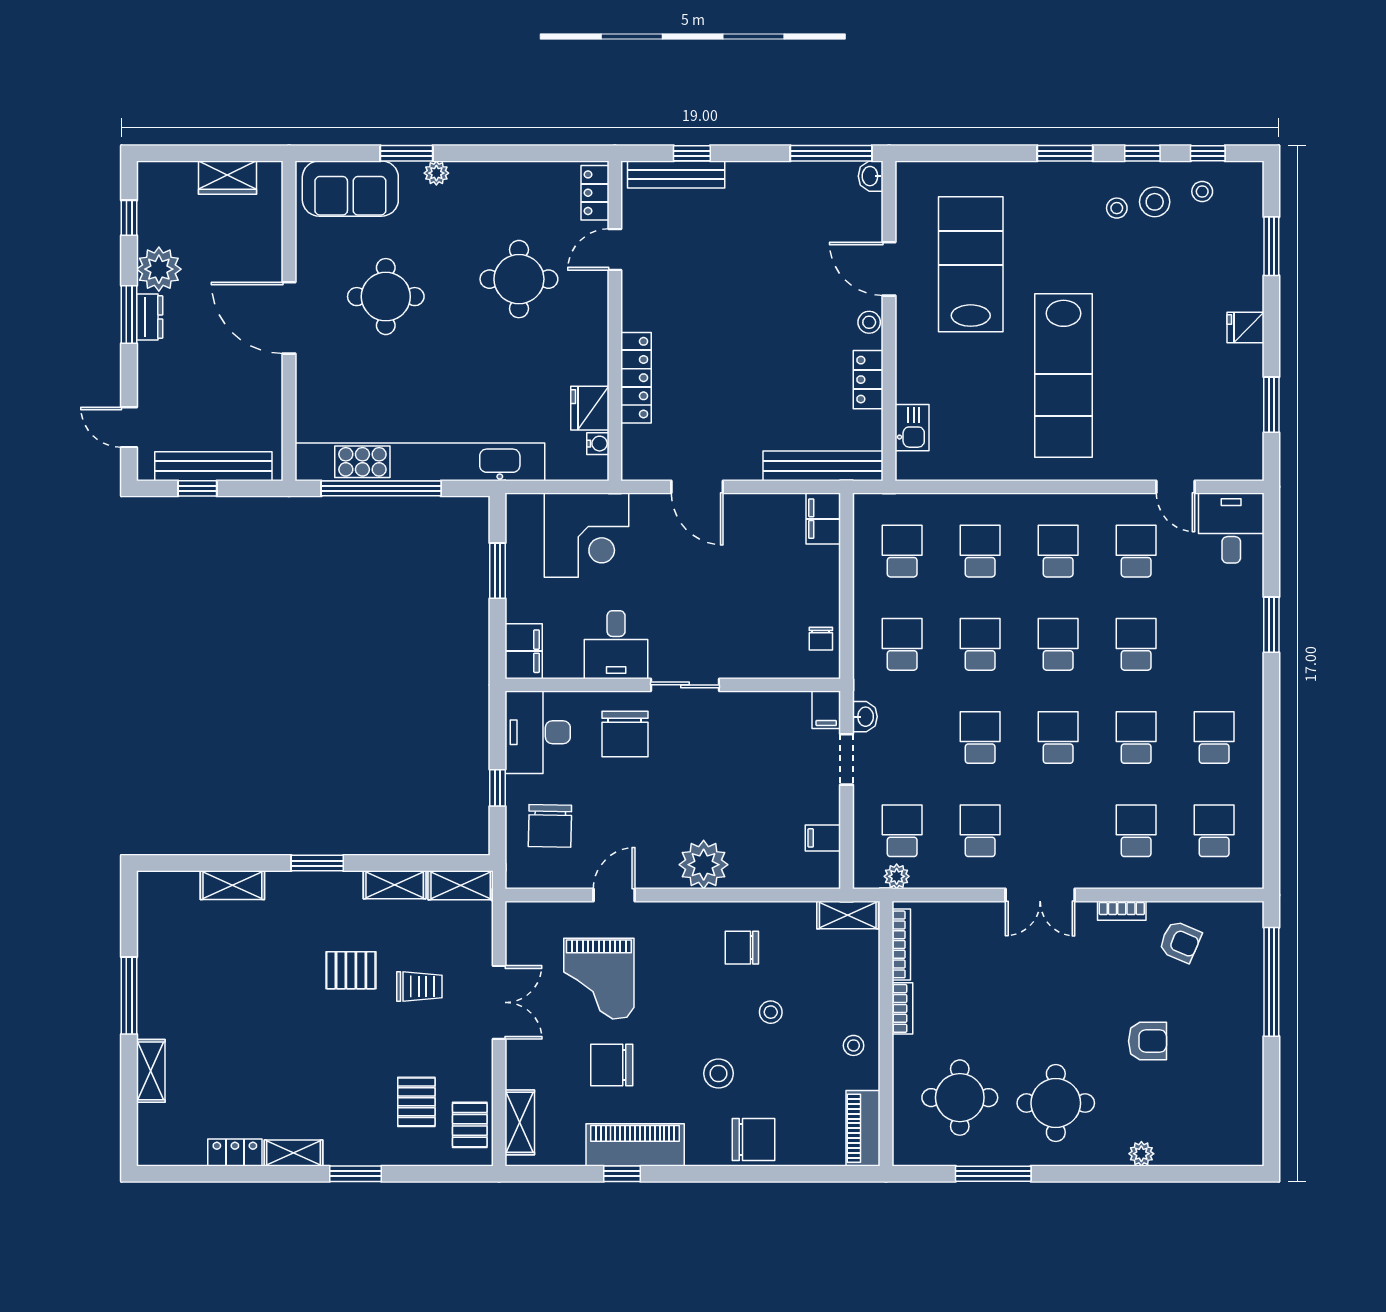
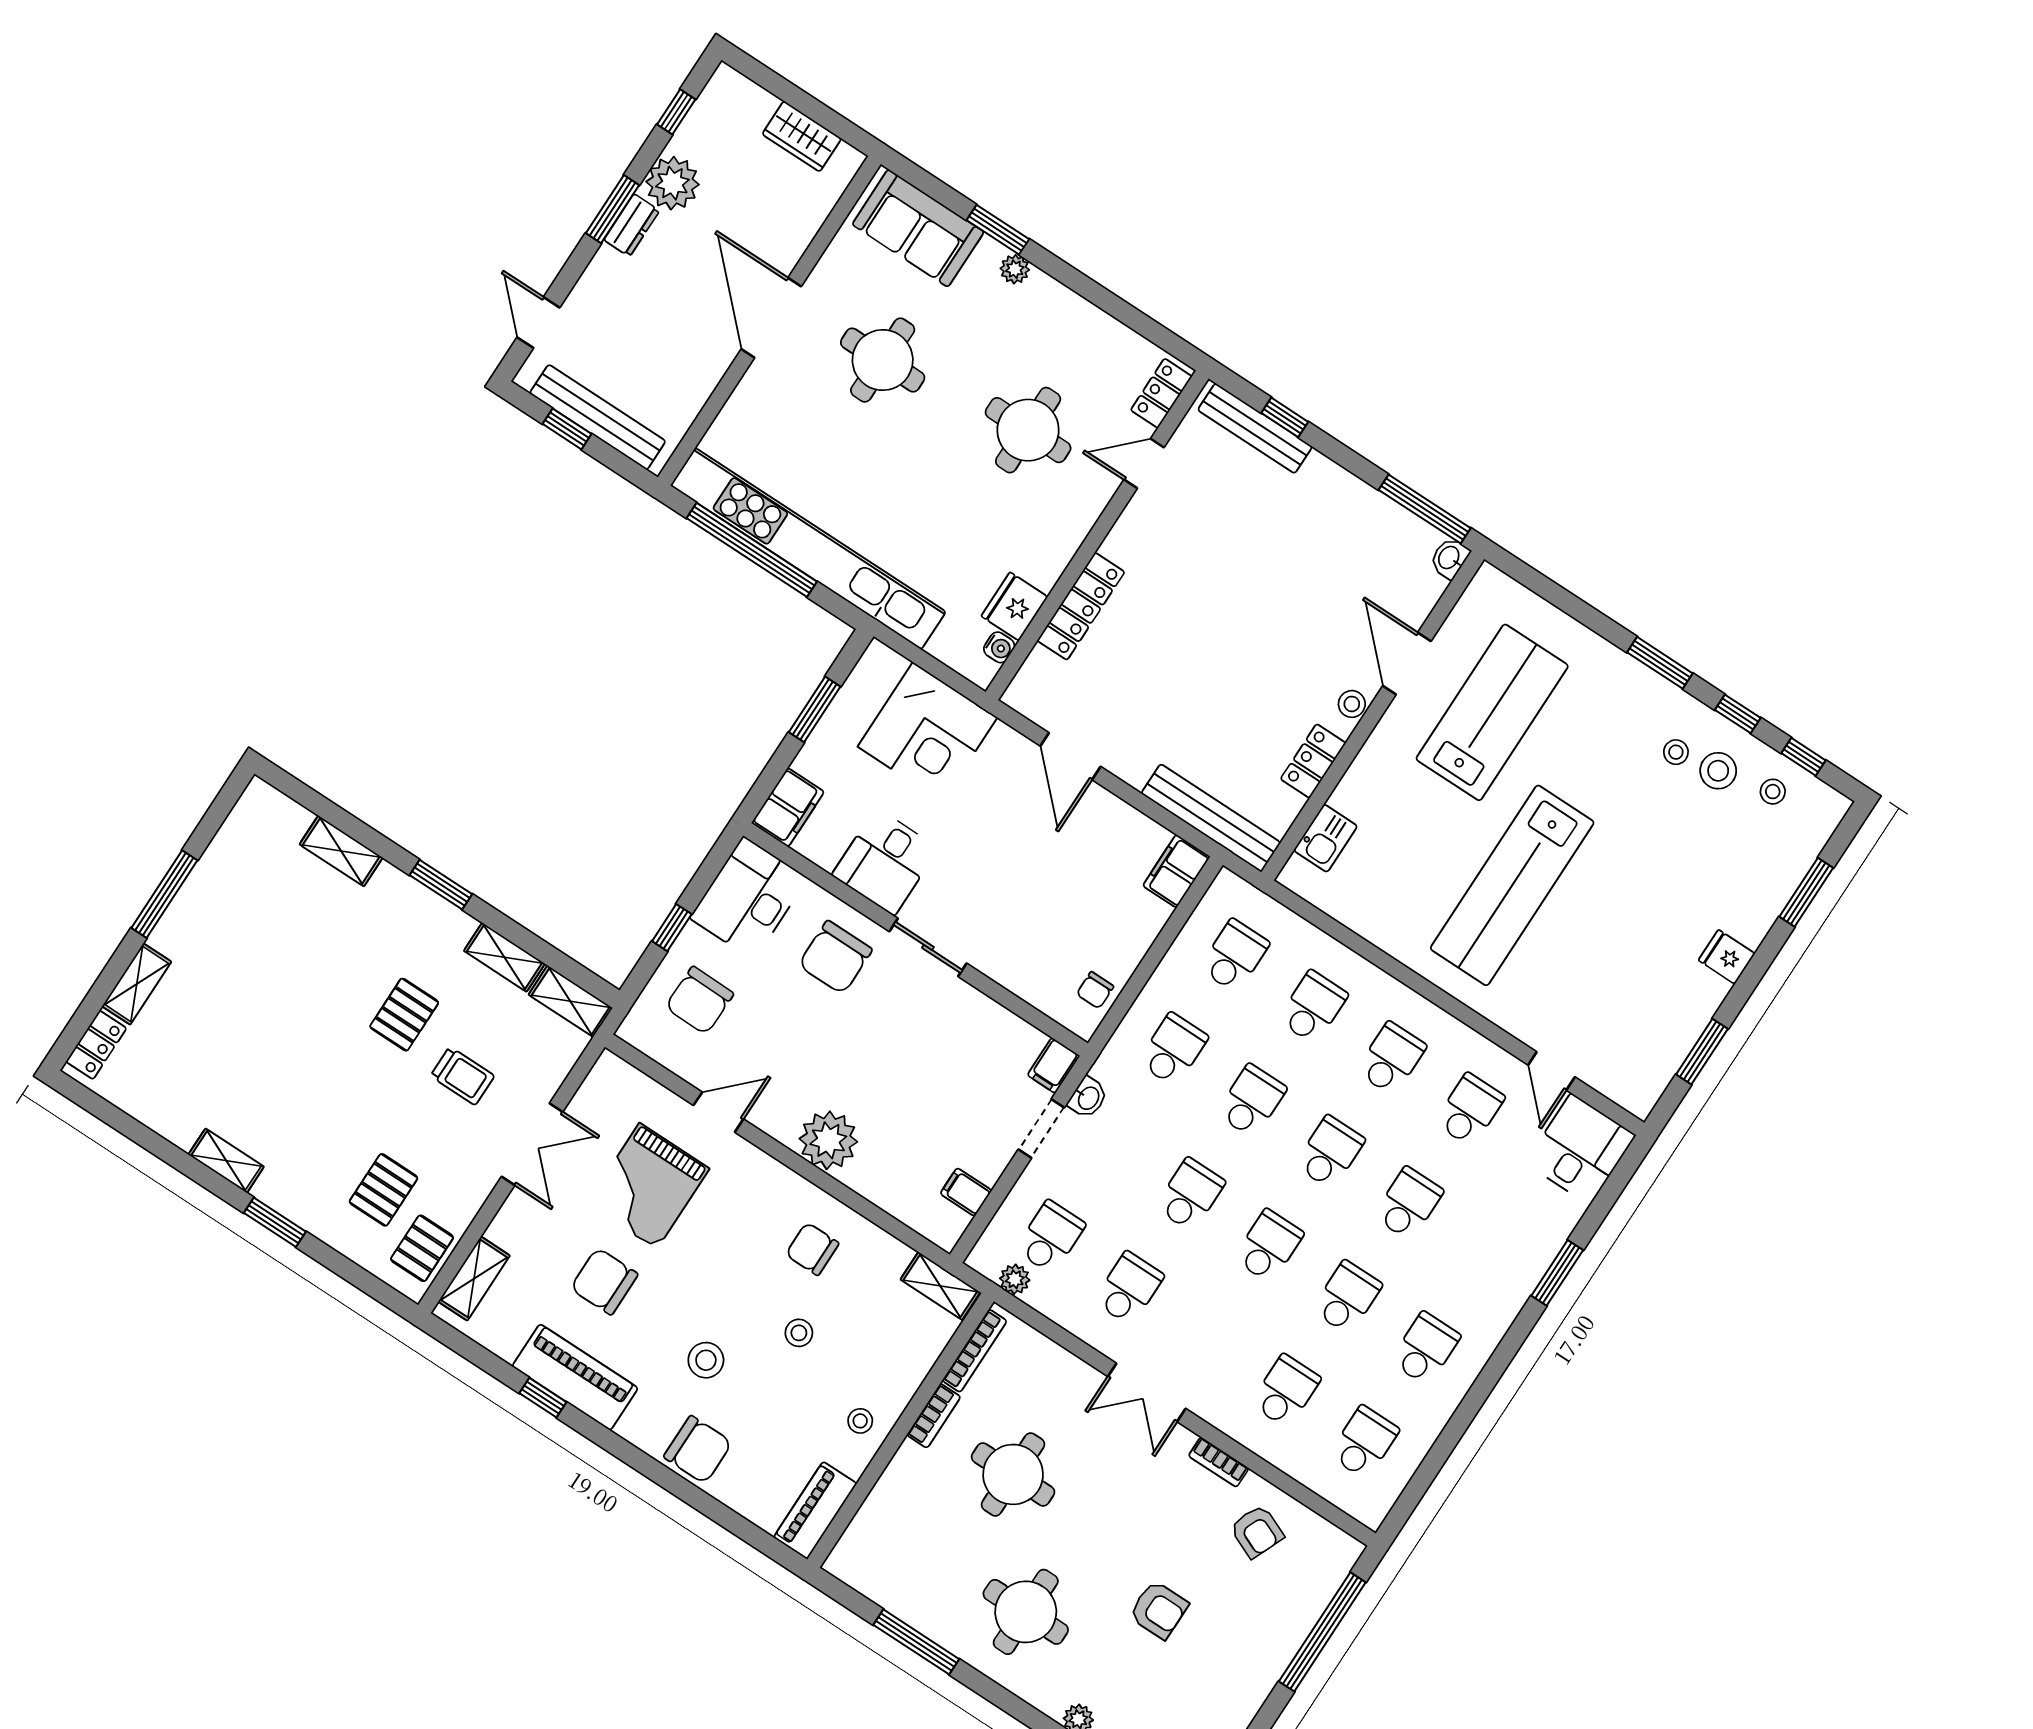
pallet: (351, 970) -> (404, 1015), turned 90
round table: (960, 1098) -> (1013, 1474), moved
locker: (235, 1153) -> (96, 1045), moved, turned 90

